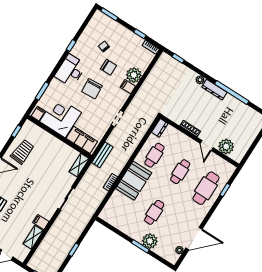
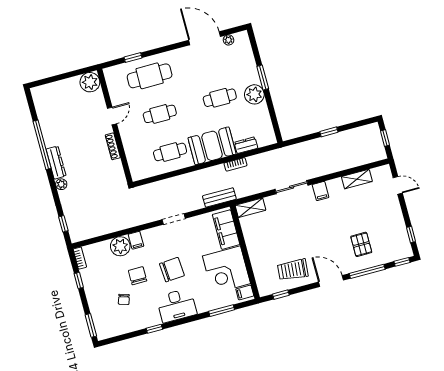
dresser: (160, 128) -> (246, 145), moved
plant: (226, 147) -> (90, 82), moved
filing cabinet: (41, 222) -> (321, 191), moved
plant: (150, 241) -> (254, 94), moved

